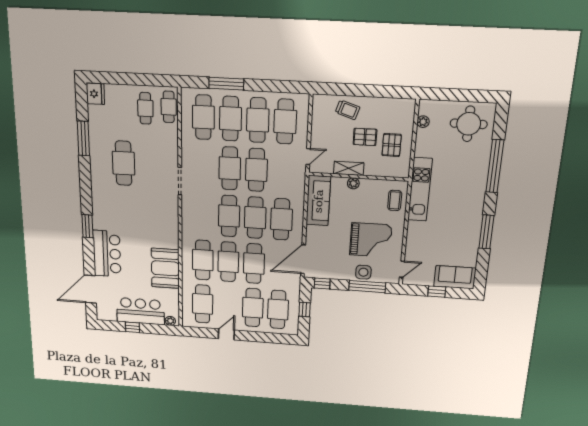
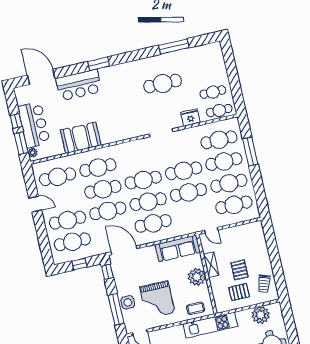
fridge: (95, 94) -> (190, 118), moved, turned 180
trolley: (347, 110) -> (264, 284), moved
plant: (423, 122) -> (261, 315), width x1.87, depth x1.87
plant: (353, 183) -> (197, 277), width x1.87, depth x1.87
window: (157, 329) -> (21, 143), added

